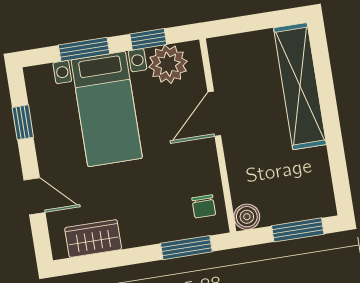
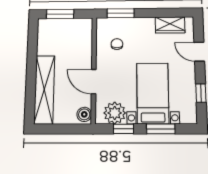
door: (214, 114) -> (94, 82), swing flipped
chair: (204, 206) -> (117, 44), moved
boiler: (247, 217) -> (84, 114), moved

